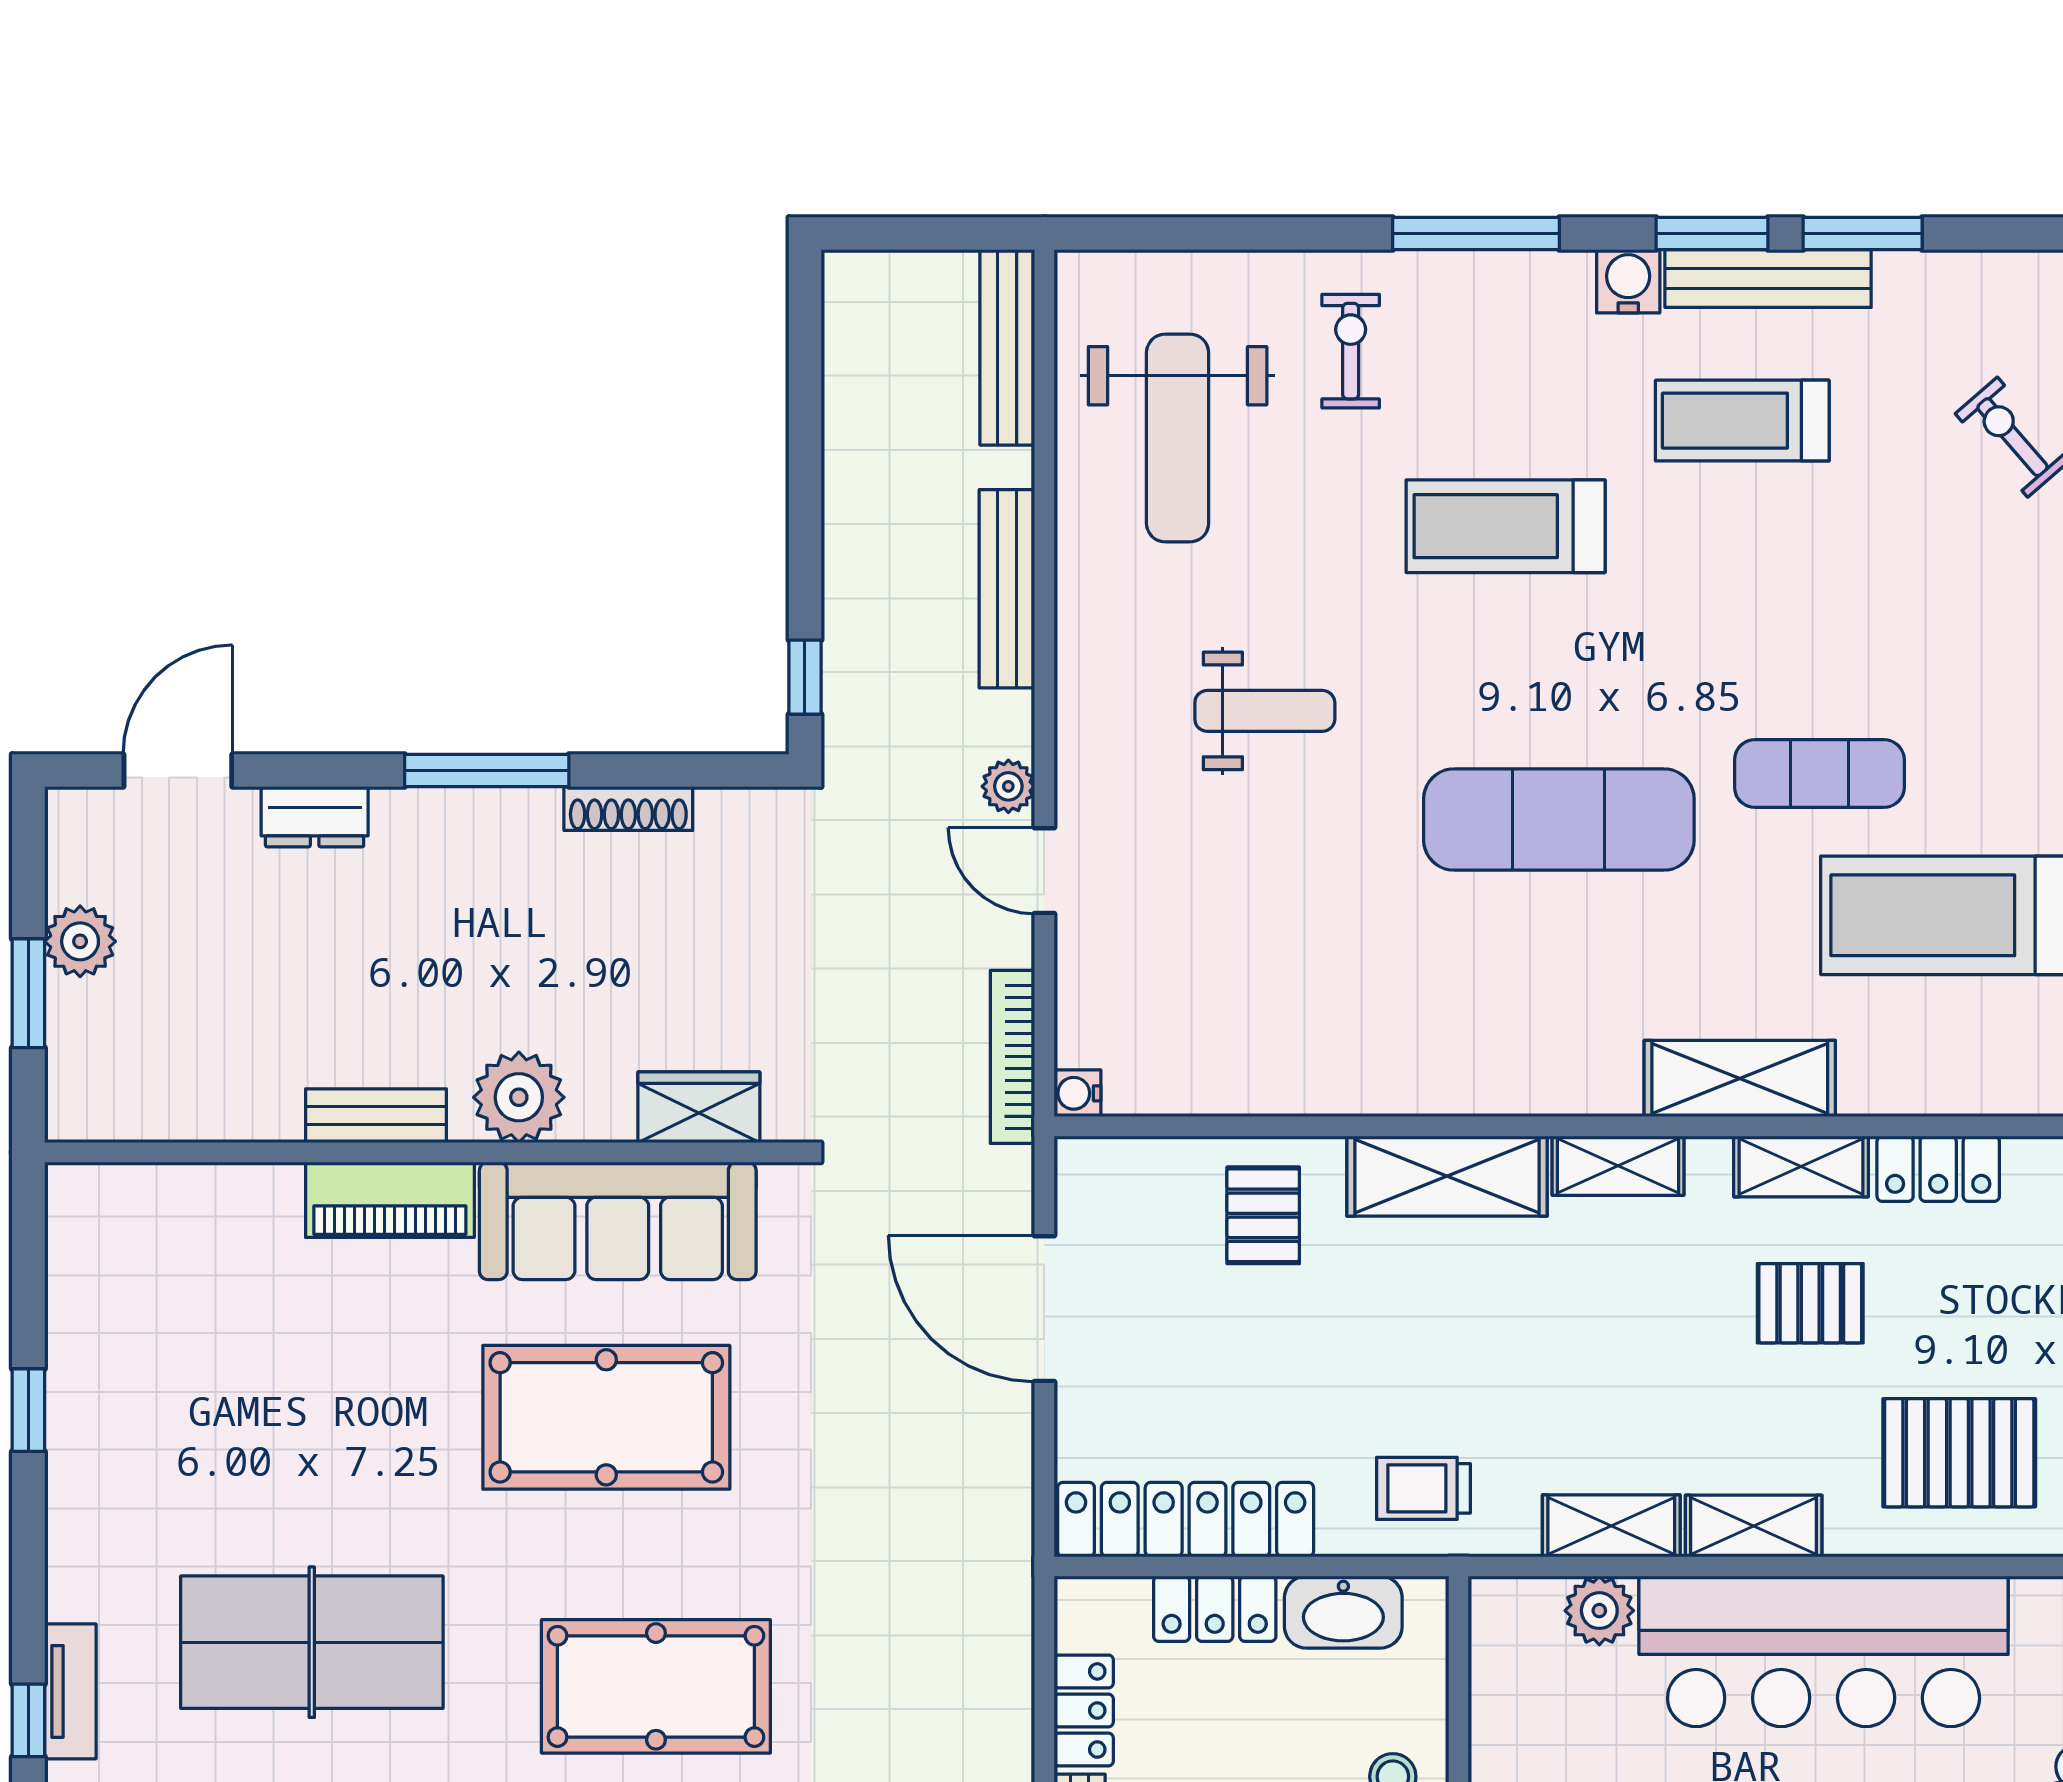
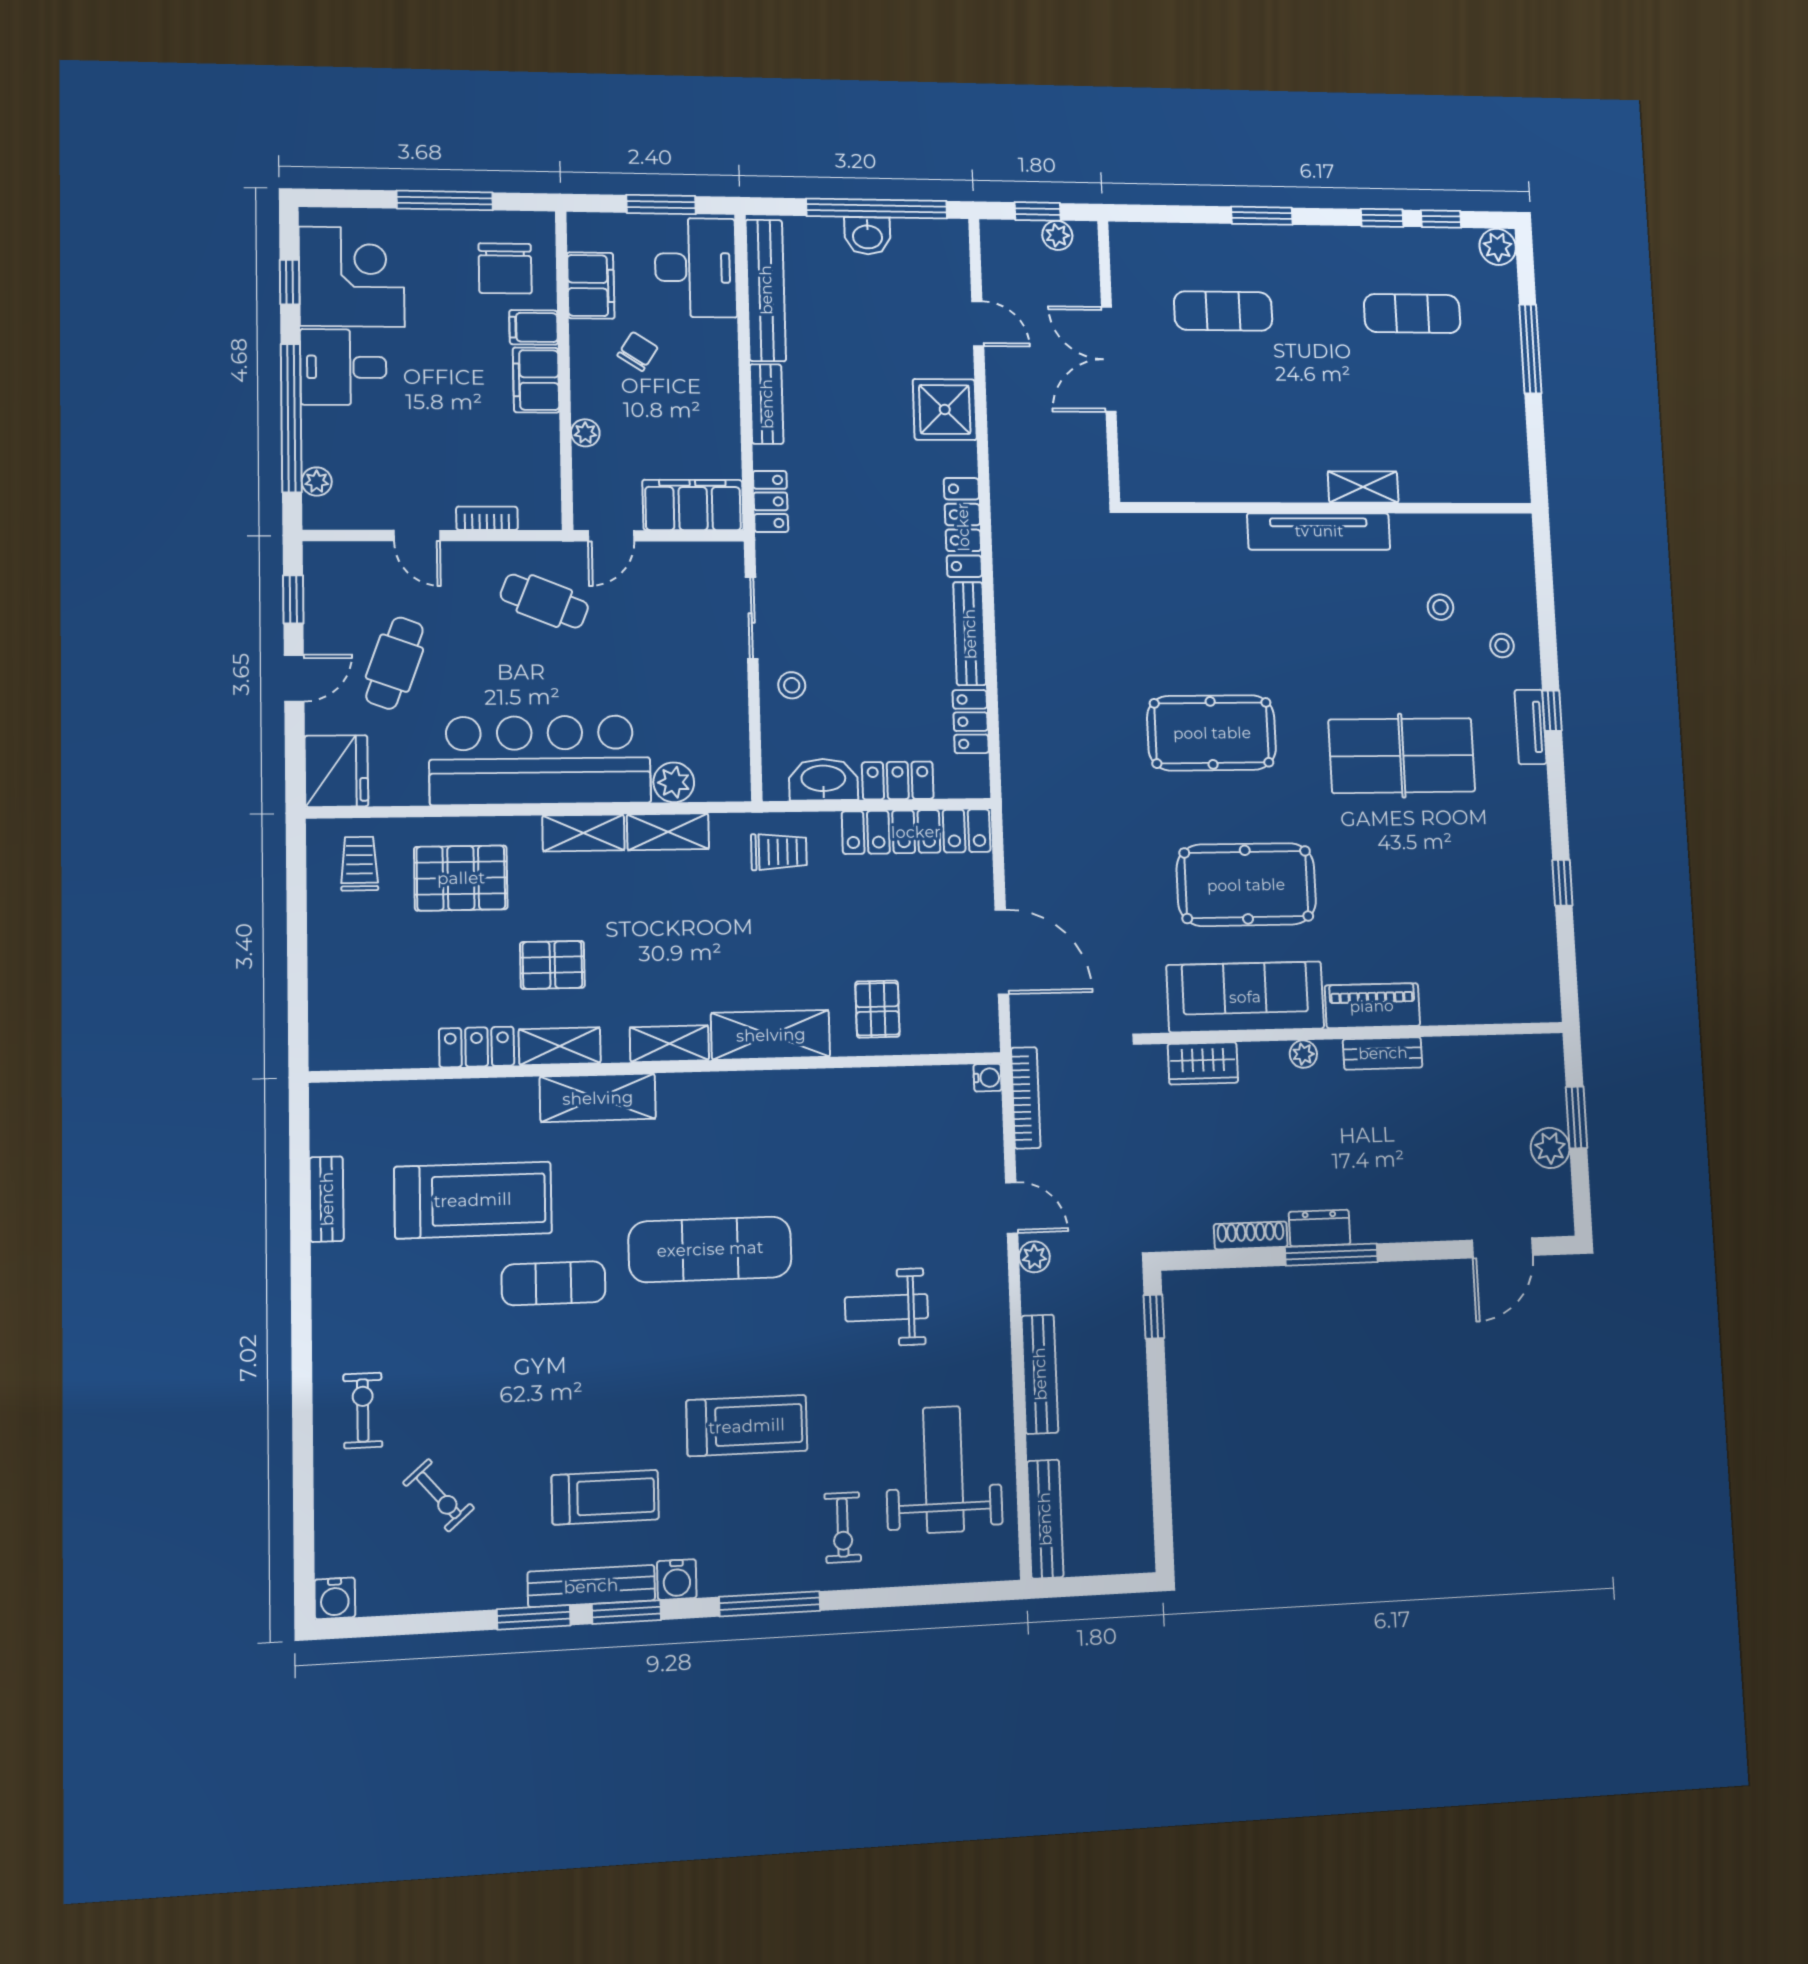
dresser: (315, 817) -> (1320, 1228), moved
plant: (519, 1097) -> (1303, 1054), width x0.53, depth x0.53

